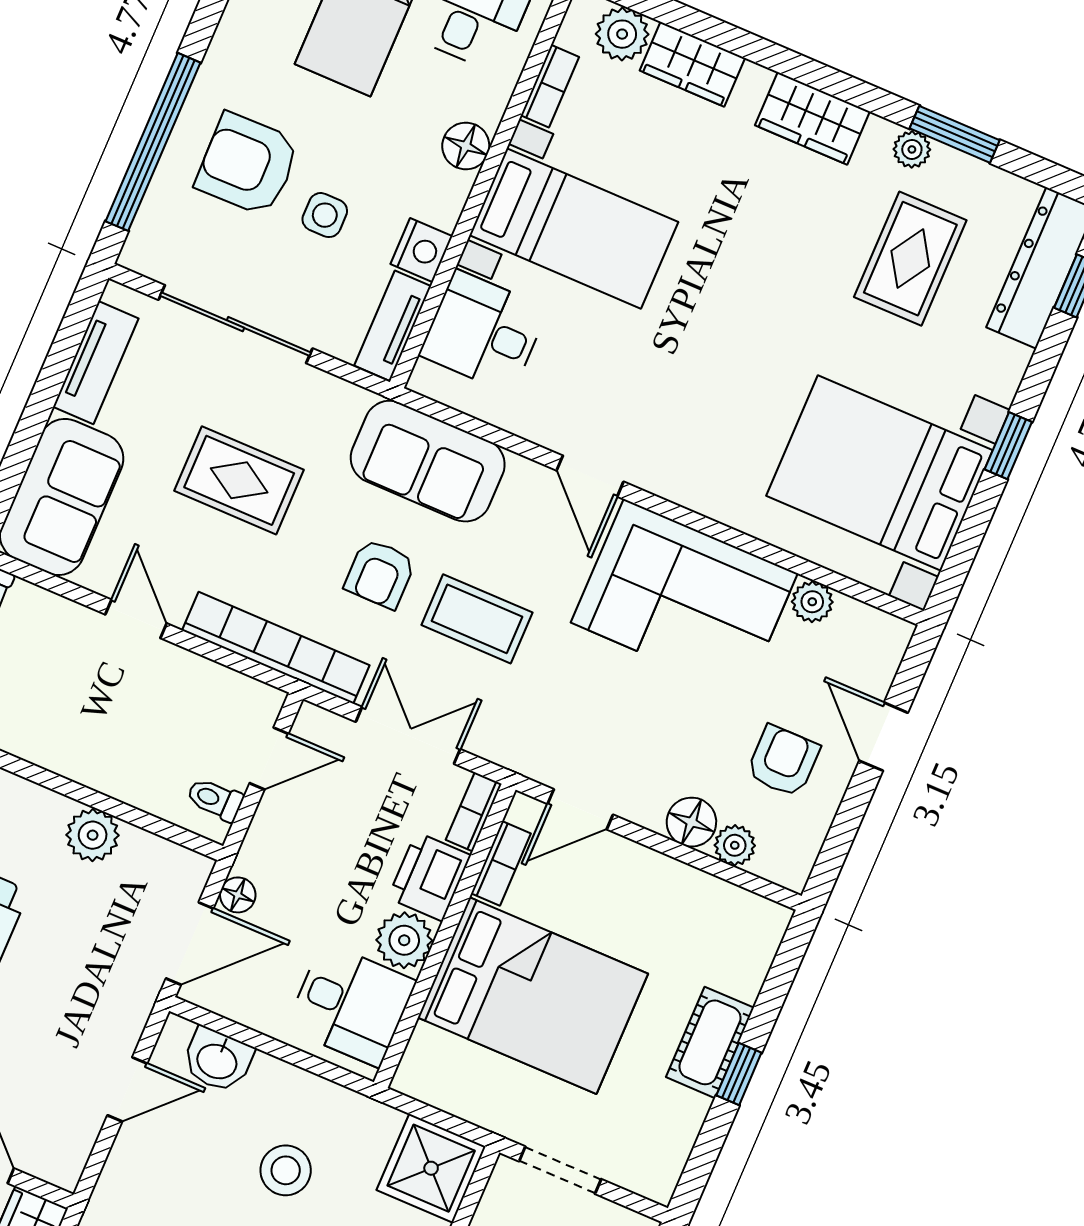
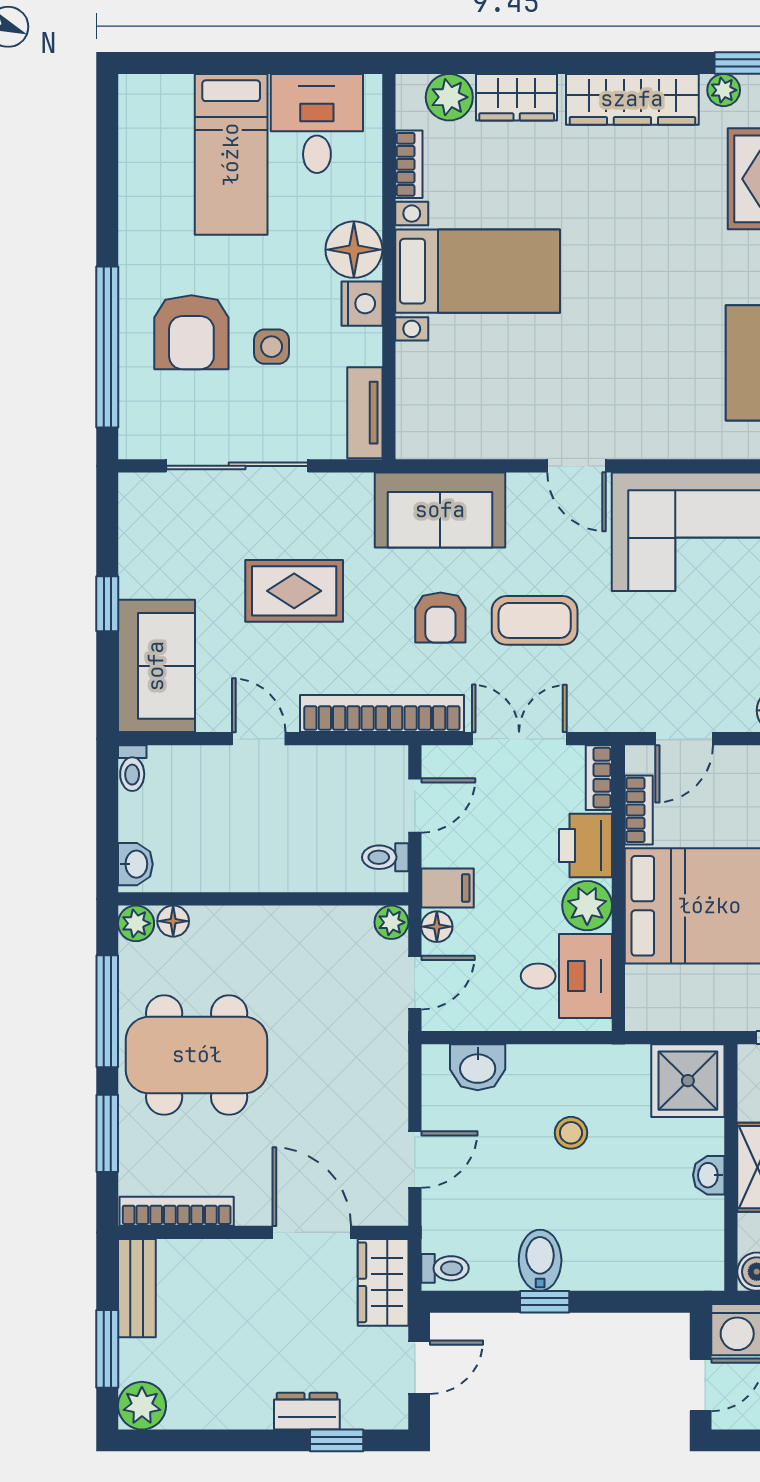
wardrobe: (812, 118) -> (632, 99), width x1.50
floor lamp: (466, 146) -> (354, 250), width x1.38, depth x1.38
armchair: (248, 164) -> (191, 332), turned -89
nightstand: (422, 250) -> (362, 304), moved
desk: (484, 332) -> (440, 386), removed
tv unit: (96, 363) -> (137, 545), removed
window: (38, 410) -> (107, 604), added
plant: (93, 835) -> (391, 922), moved, width x0.73, depth x0.73
filing cabinet: (266, 859) -> (447, 888), added
door: (190, 944) -> (415, 983), width x0.73
door: (127, 1089) -> (415, 1160), moved
stool: (286, 1170) -> (571, 1133), width x0.73, depth x0.73

